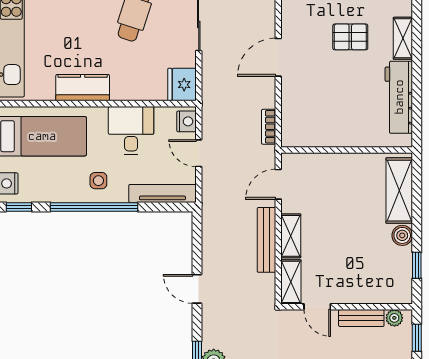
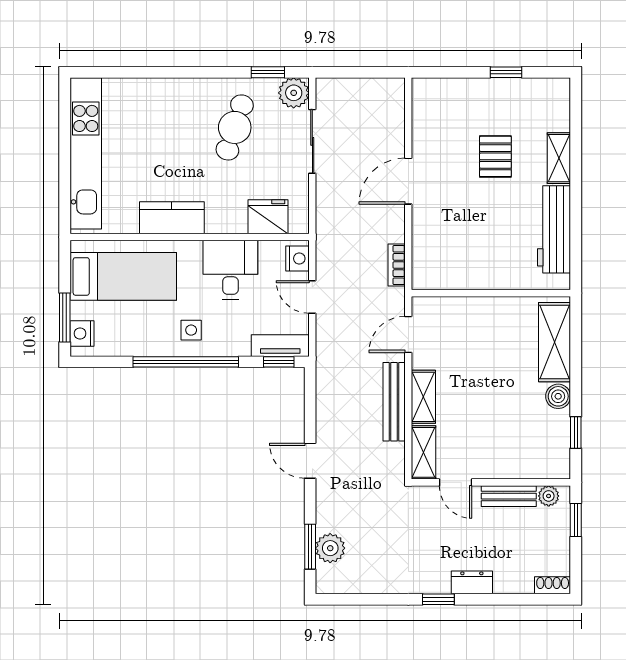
pallet: (350, 37) -> (495, 156), turned 90
fridge: (182, 85) -> (268, 217), moved, turned 90
tv unit: (162, 193) -> (280, 346), width x0.71
window: (19, 207) -> (279, 362), moved

